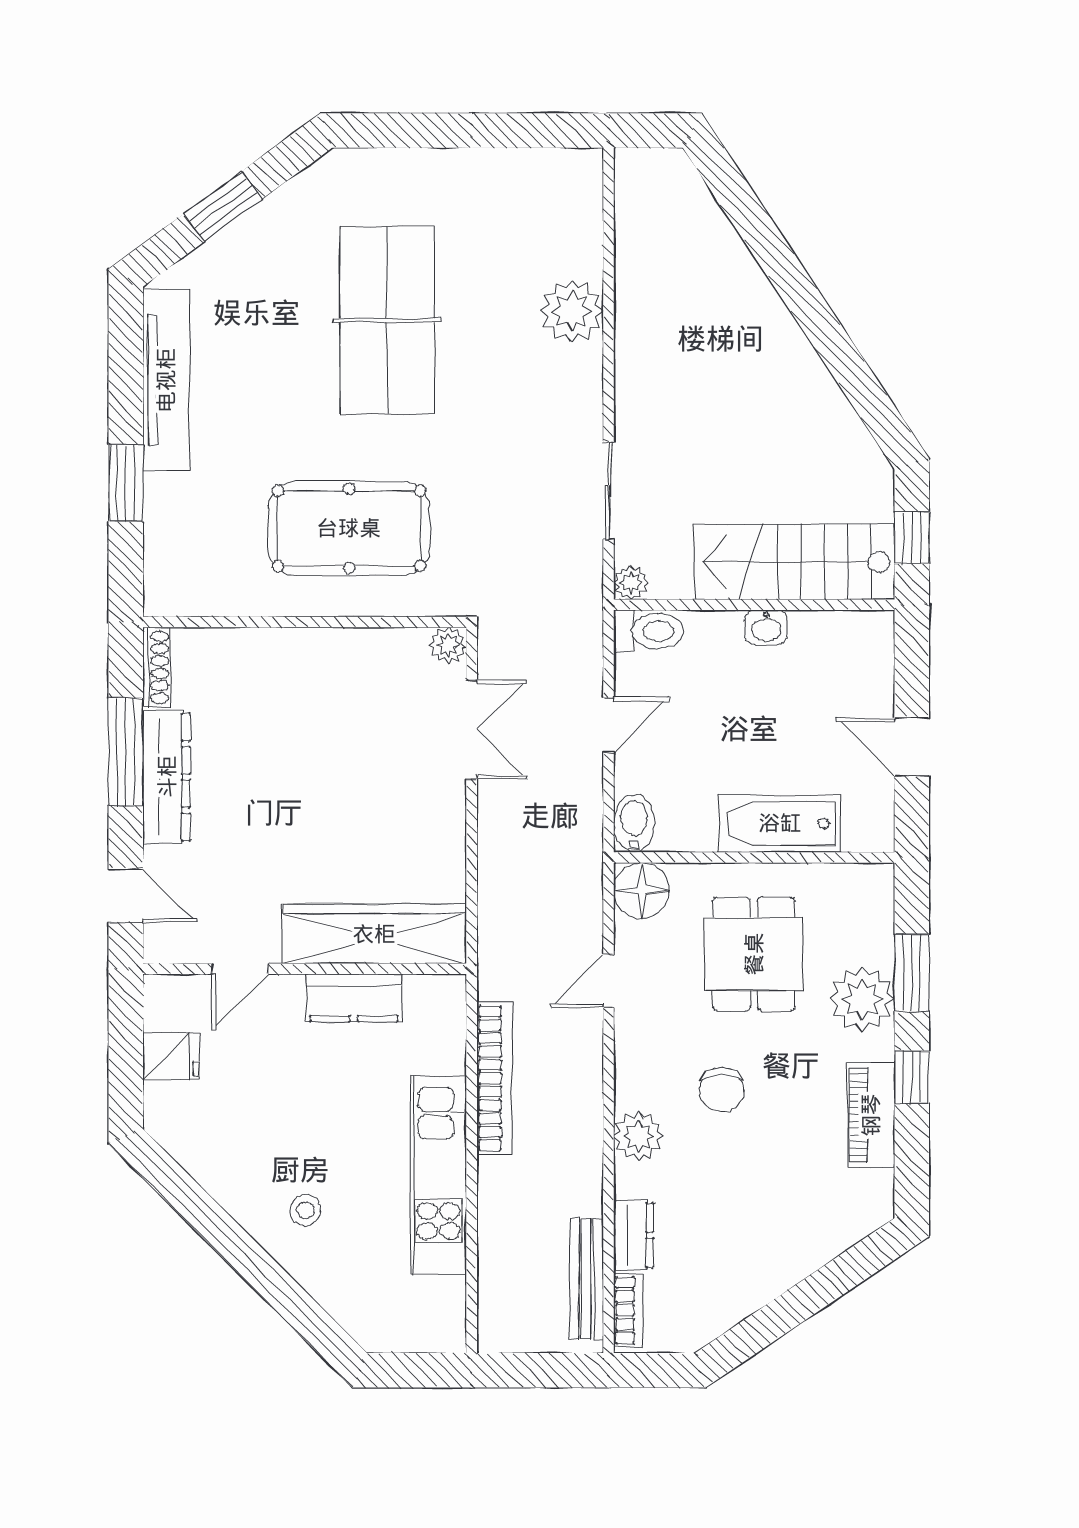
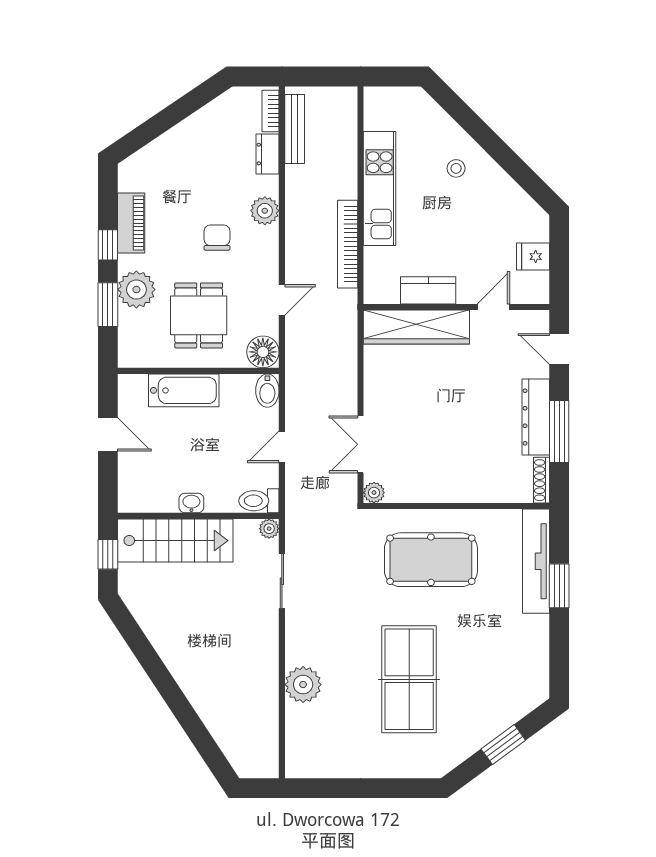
tv unit: (166, 380) -> (536, 561), moved

